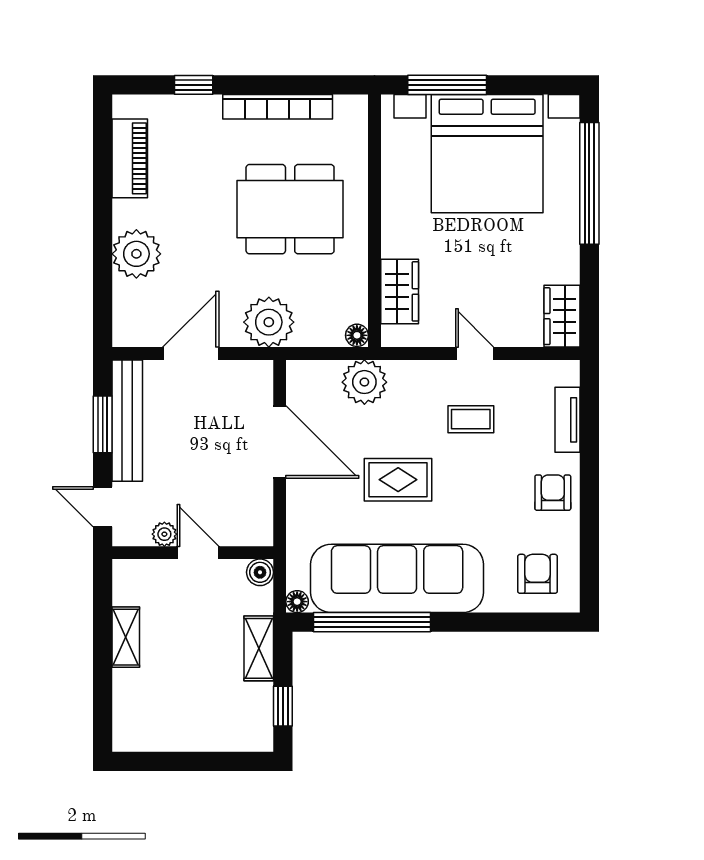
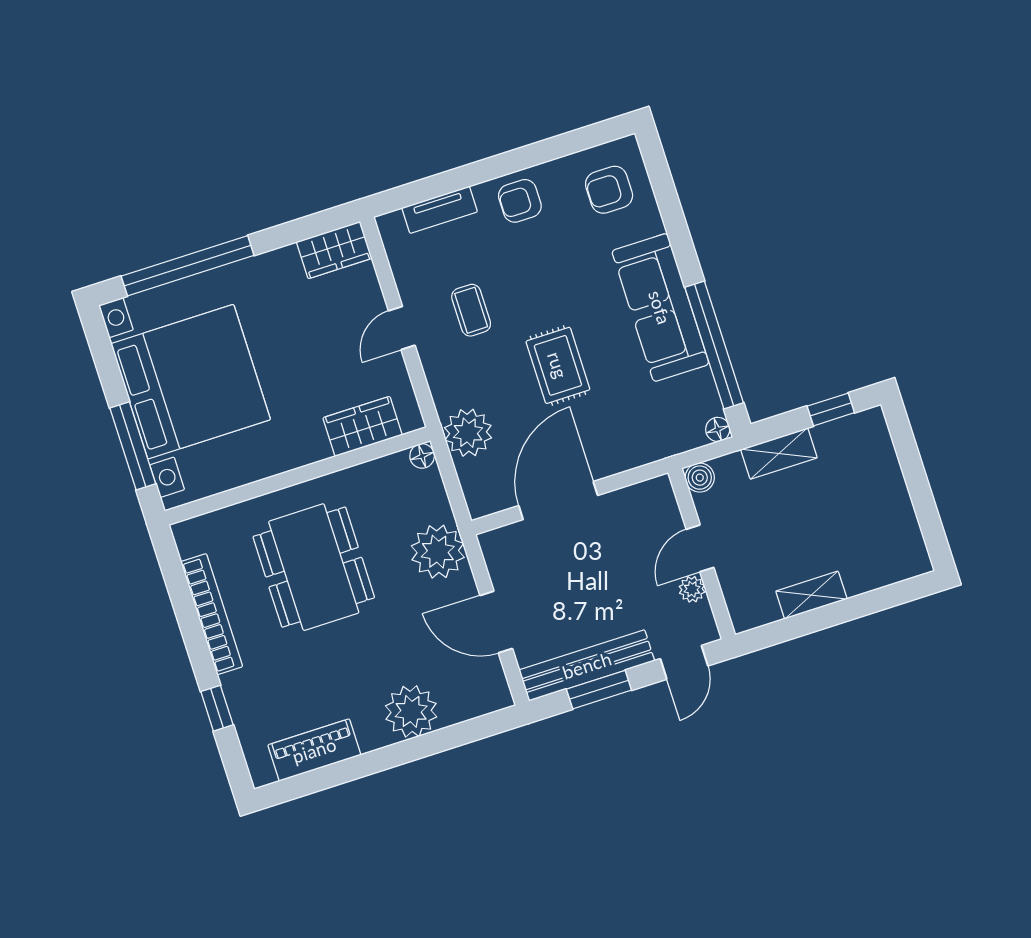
sofa: (397, 578) -> (660, 307), width x0.74, depth x0.79

